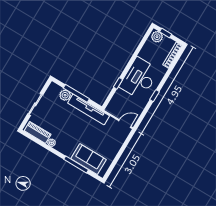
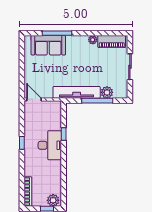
desk: (139, 78) -> (50, 145), width x0.73, depth x0.77
door: (125, 124) -> (34, 99), swing flipped

